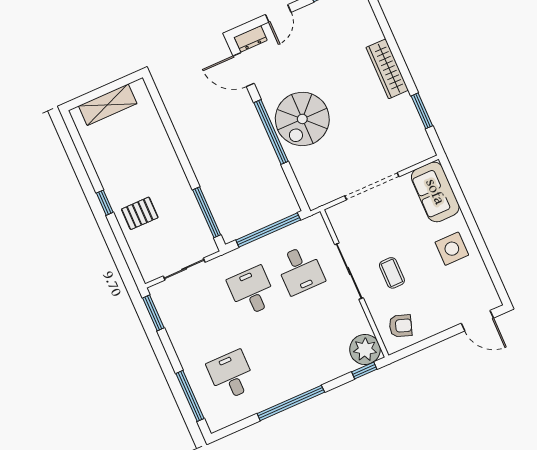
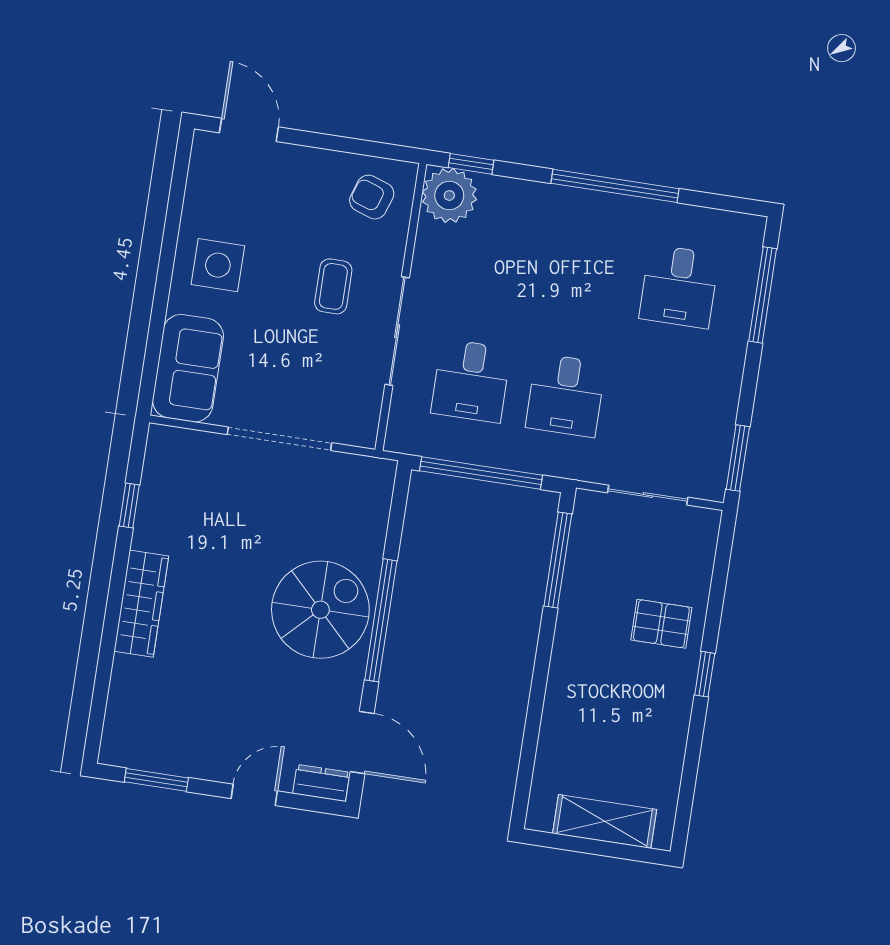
window: (422, 111) -> (129, 505), width x0.67
desk: (300, 270) -> (471, 381), turned 180

